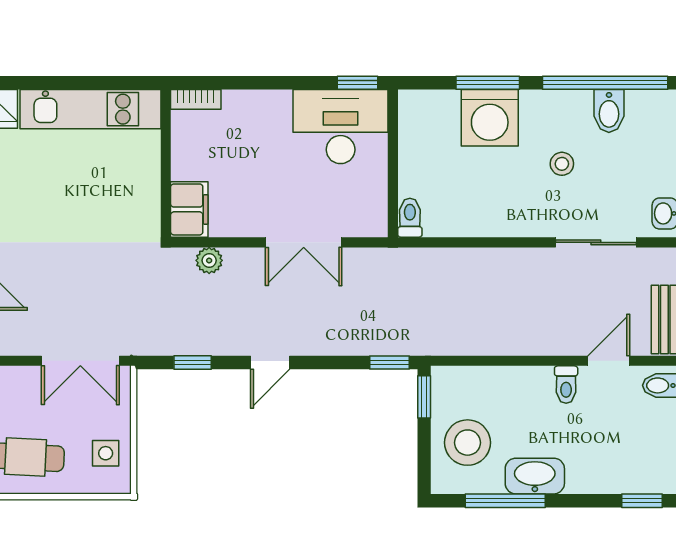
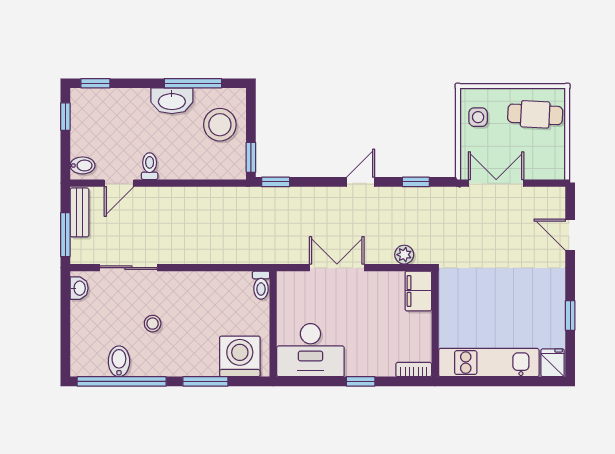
window: (357, 83) -> (361, 381), moved
washing machine: (490, 118) -> (240, 356), moved

